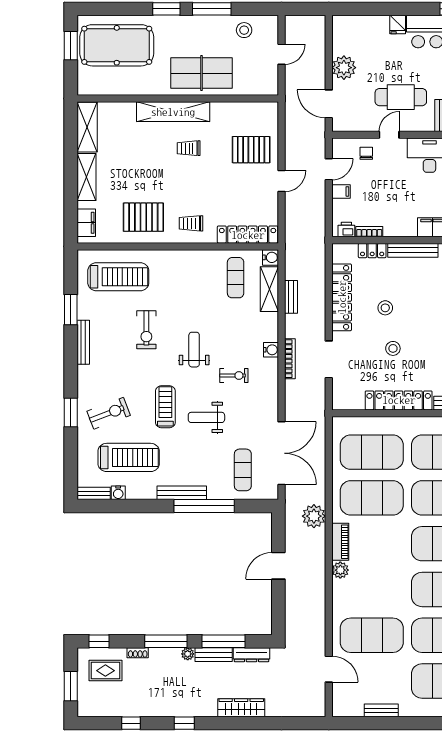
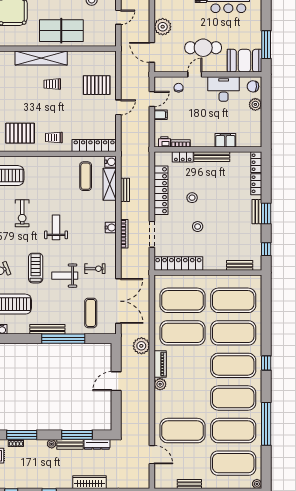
exercise bike: (234, 376) -> (95, 269), moved
locker: (399, 400) -> (178, 263), moved
window: (166, 641) -> (22, 435), moved

